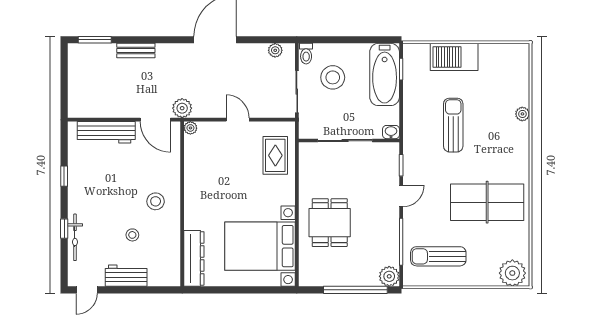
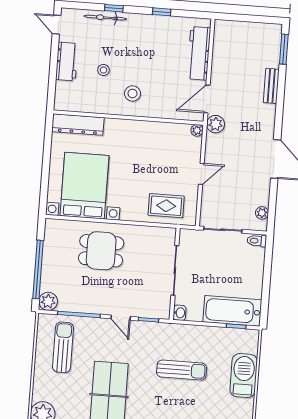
stool: (333, 77) -> (233, 263), removed

